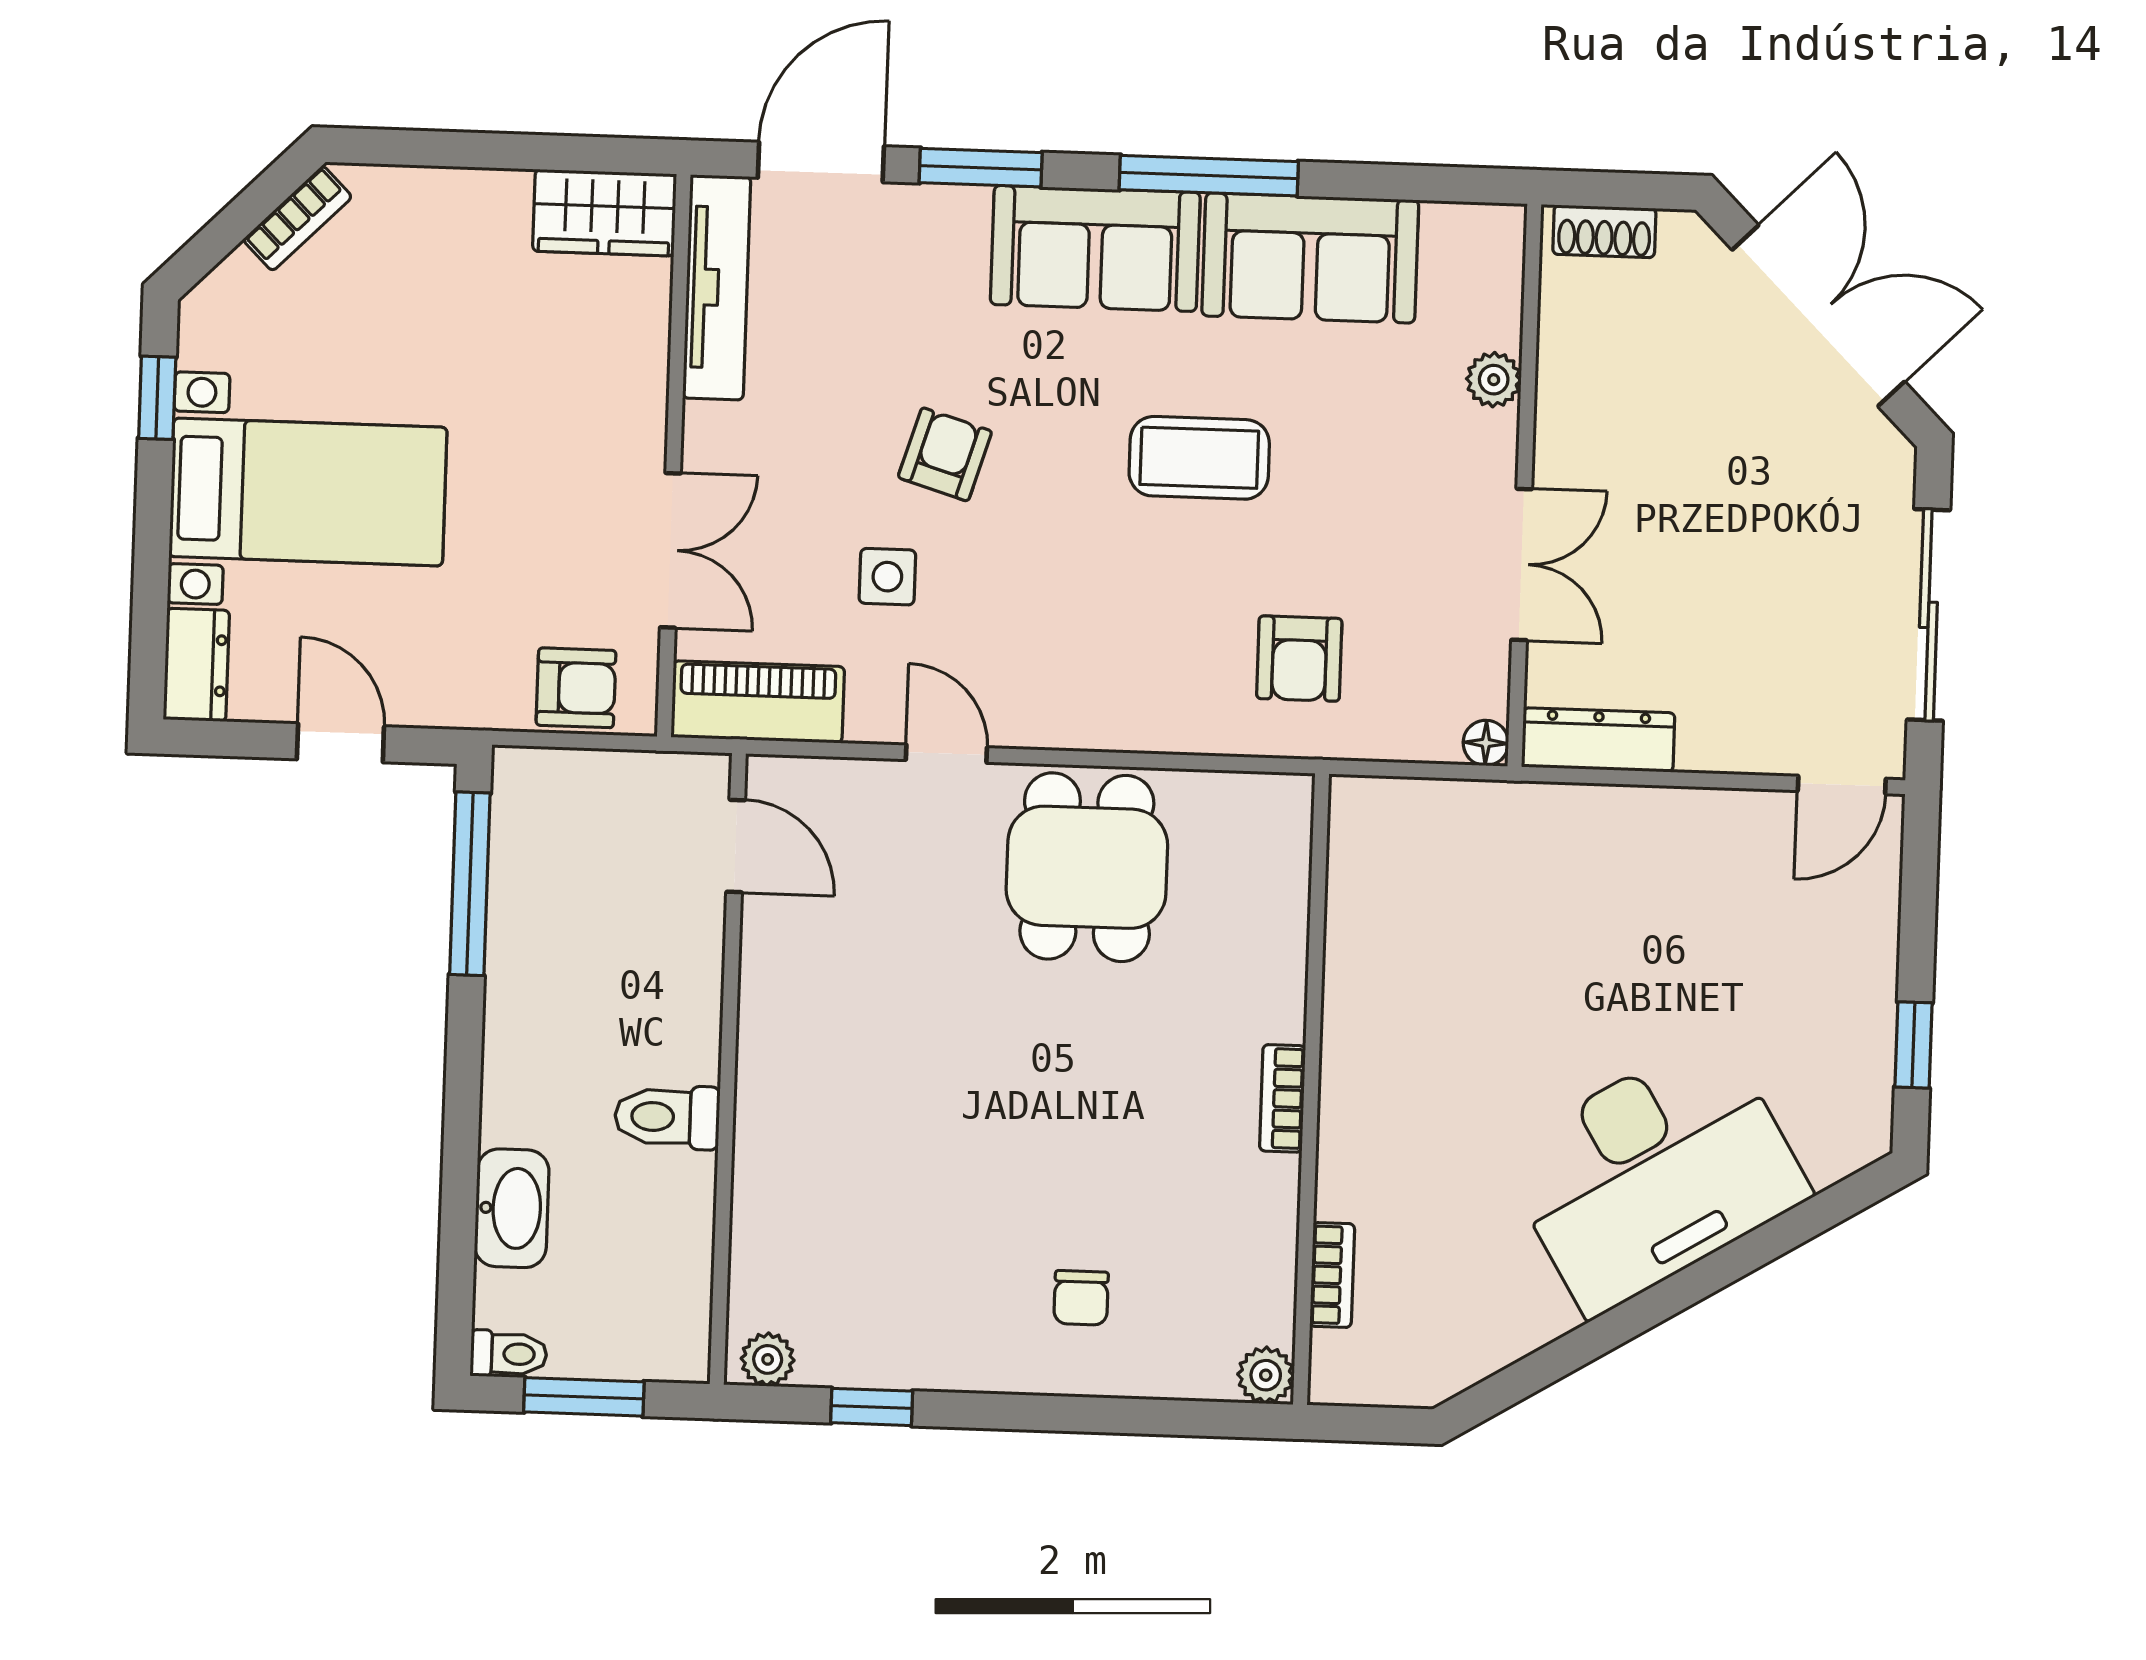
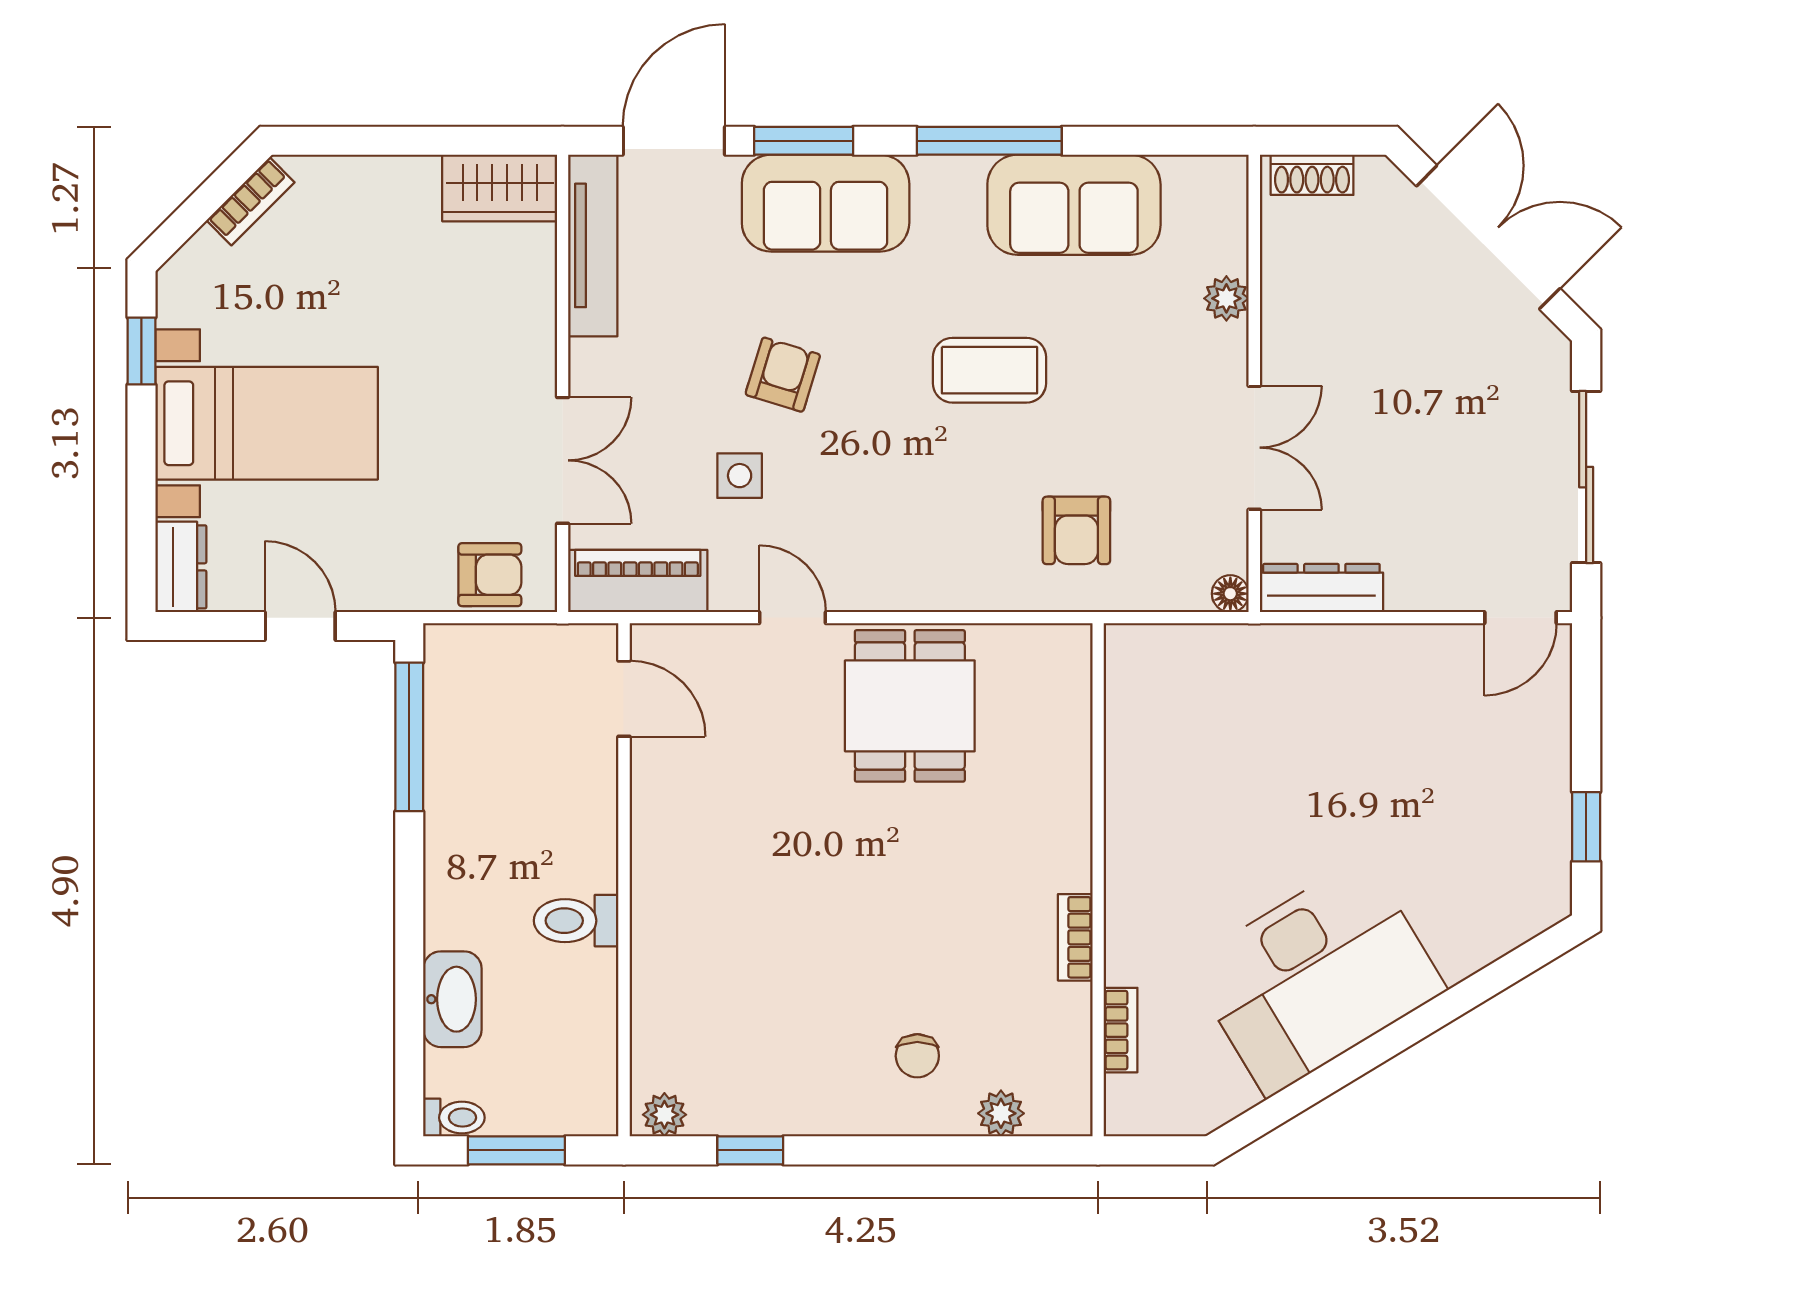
sofa: (1095, 248) -> (826, 203), moved
bookcase: (1282, 1098) -> (1075, 937), moved
desk: (1654, 1174) -> (1316, 977), moved
plant: (1266, 1375) -> (1001, 1113), moved

